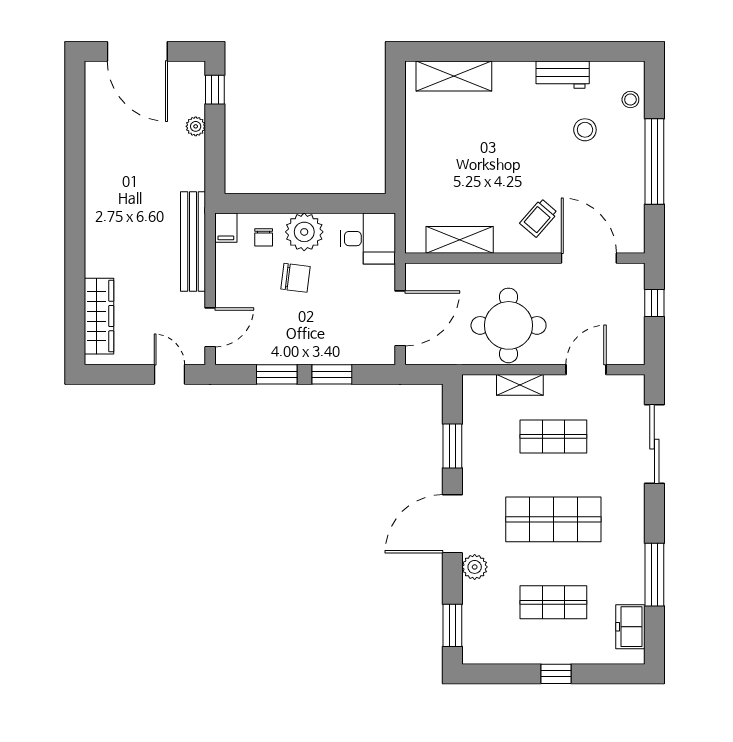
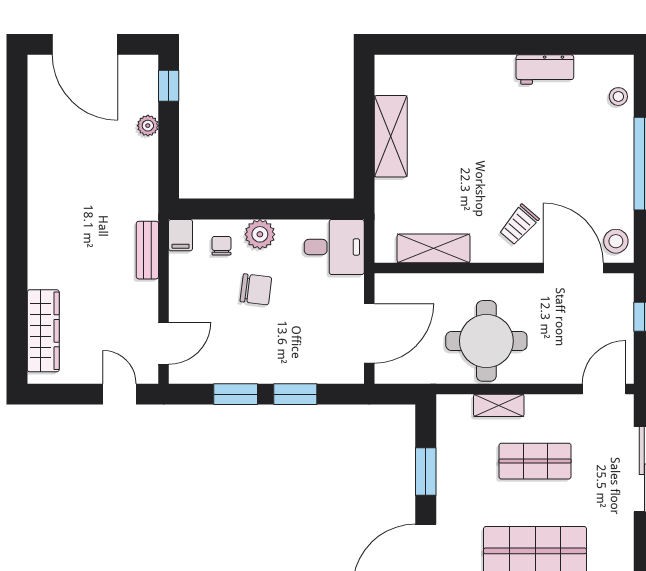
shelving: (454, 76) -> (391, 136), moved, turned 90
stool: (585, 130) -> (616, 241), moved
plant: (304, 232) -> (260, 234), width x0.73, depth x0.73
chair: (264, 237) -> (221, 246), turned 180
bench: (193, 241) -> (147, 250), width x0.54, depth x0.82
door: (586, 370) -> (604, 389), moved

